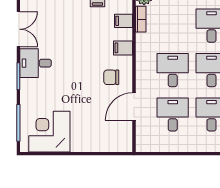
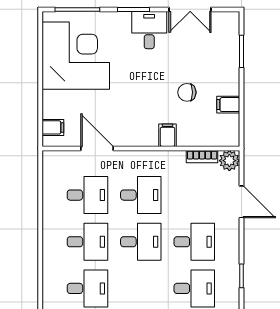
filing cabinet: (123, 21) -> (53, 127), moved, turned 90
chair: (111, 77) -> (187, 92), moved, turned -90
corner desk: (49, 132) -> (76, 56), width x1.36, depth x1.36

